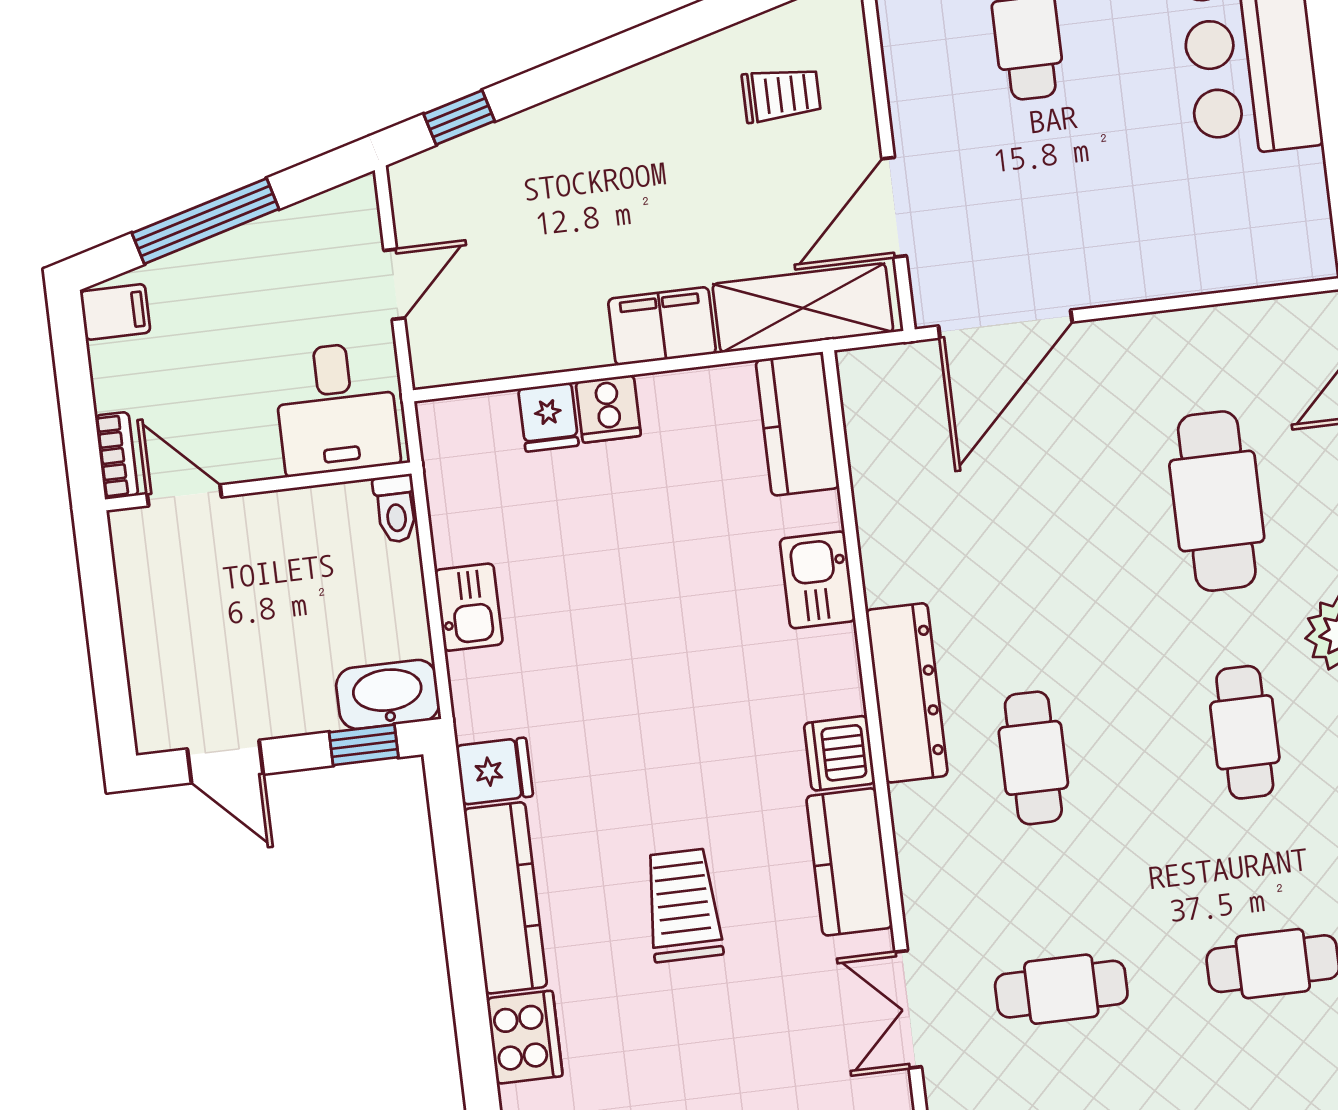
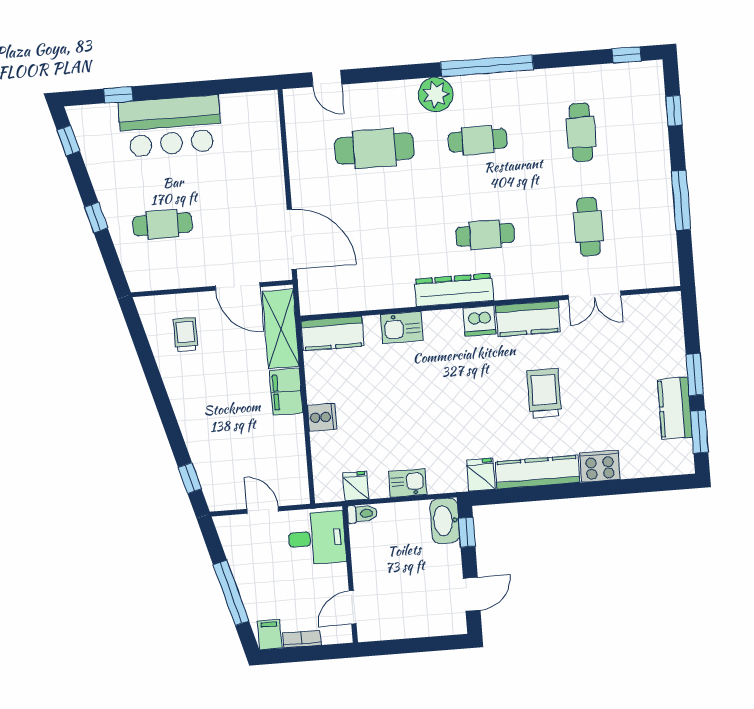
fridge: (548, 417) -> (356, 486), moved, turned -90
bookcase: (117, 456) -> (302, 639), moved
trolley: (683, 905) -> (544, 393), turned 90

